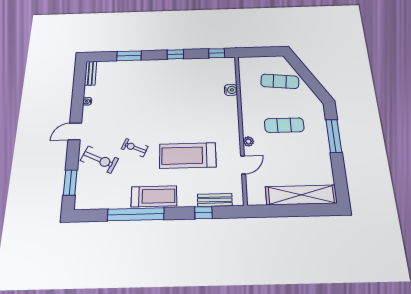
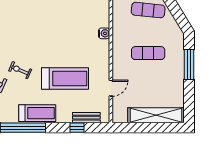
water cooler: (231, 90) -> (104, 33), moved
plant: (248, 141) -> (117, 67), removed
treadmill: (188, 156) -> (65, 79), turned 180

